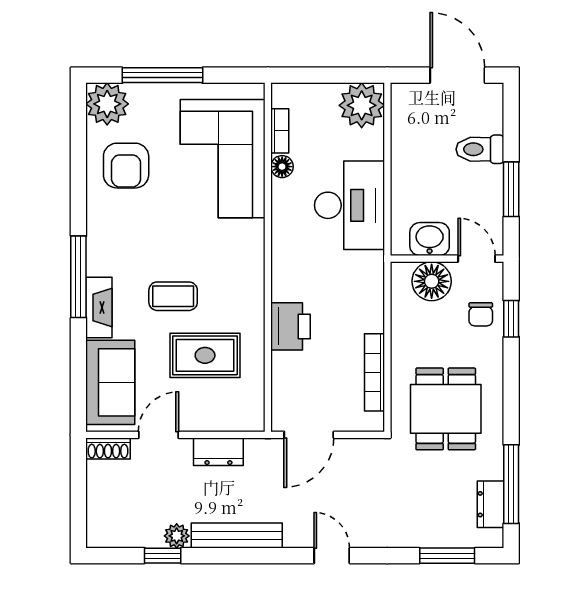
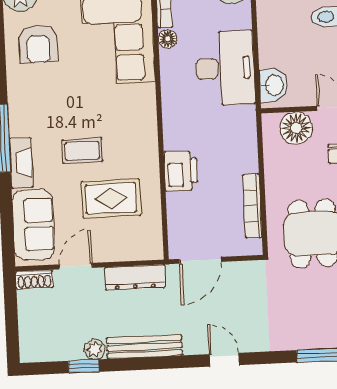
washbasin: (430, 239) -> (274, 85), moved, turned 90
dresser: (218, 452) -> (135, 277), width x1.44

